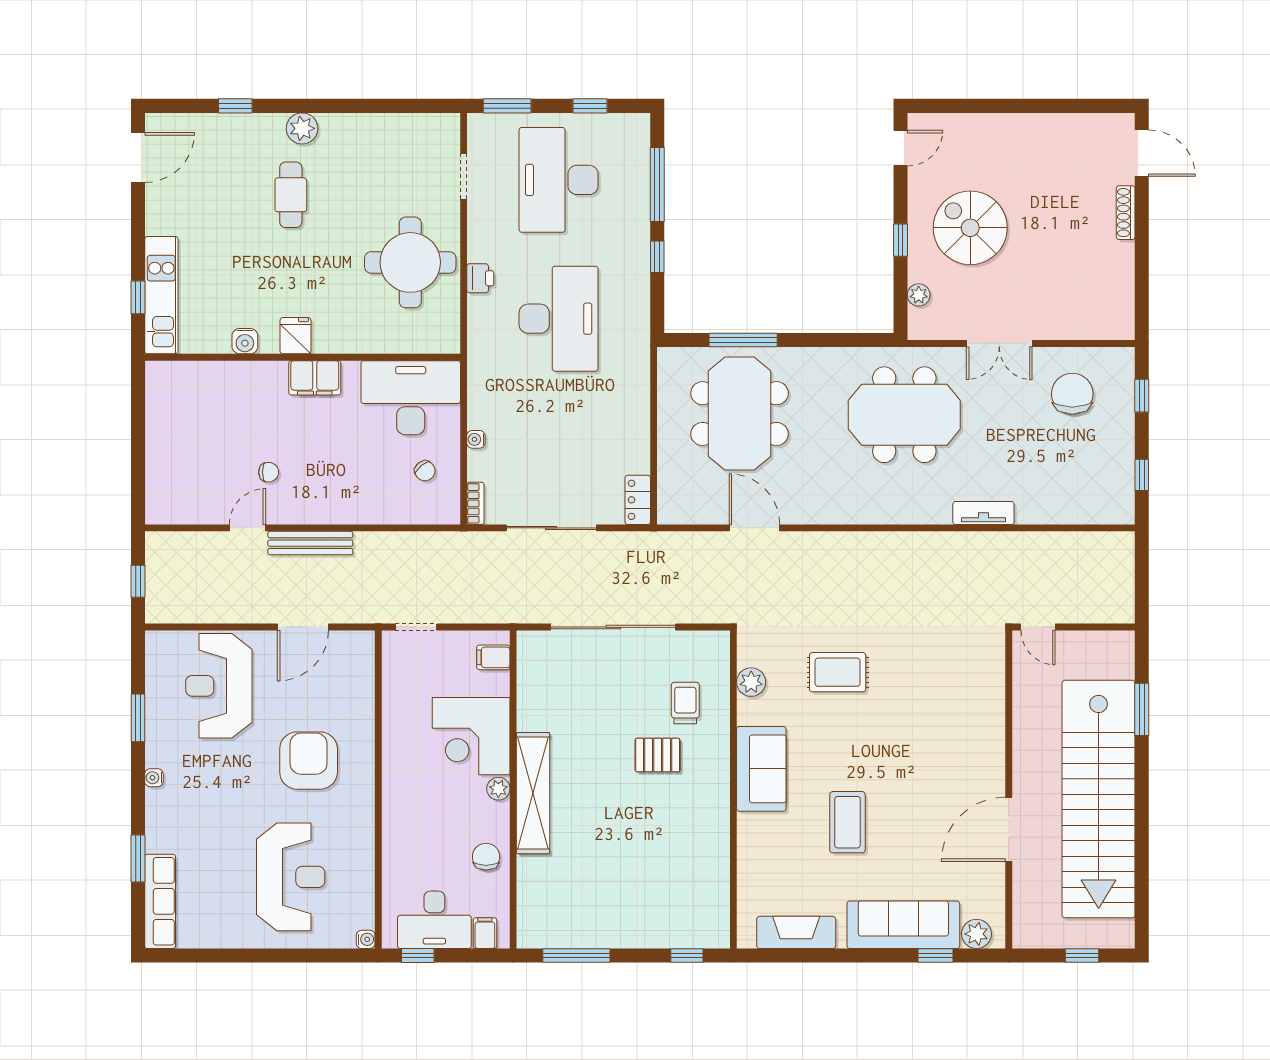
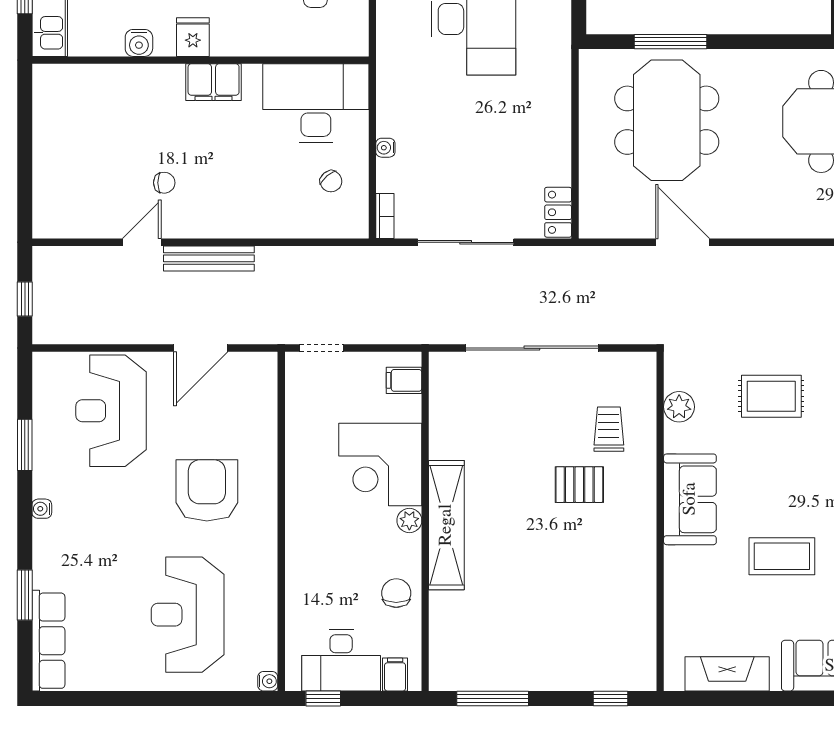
coffee table: (847, 822) -> (782, 556), turned 90
reception desk: (291, 877) -> (188, 615), turned 180

